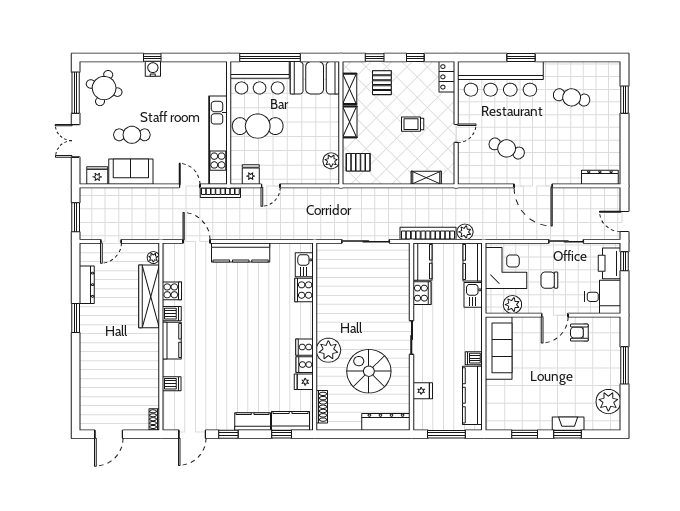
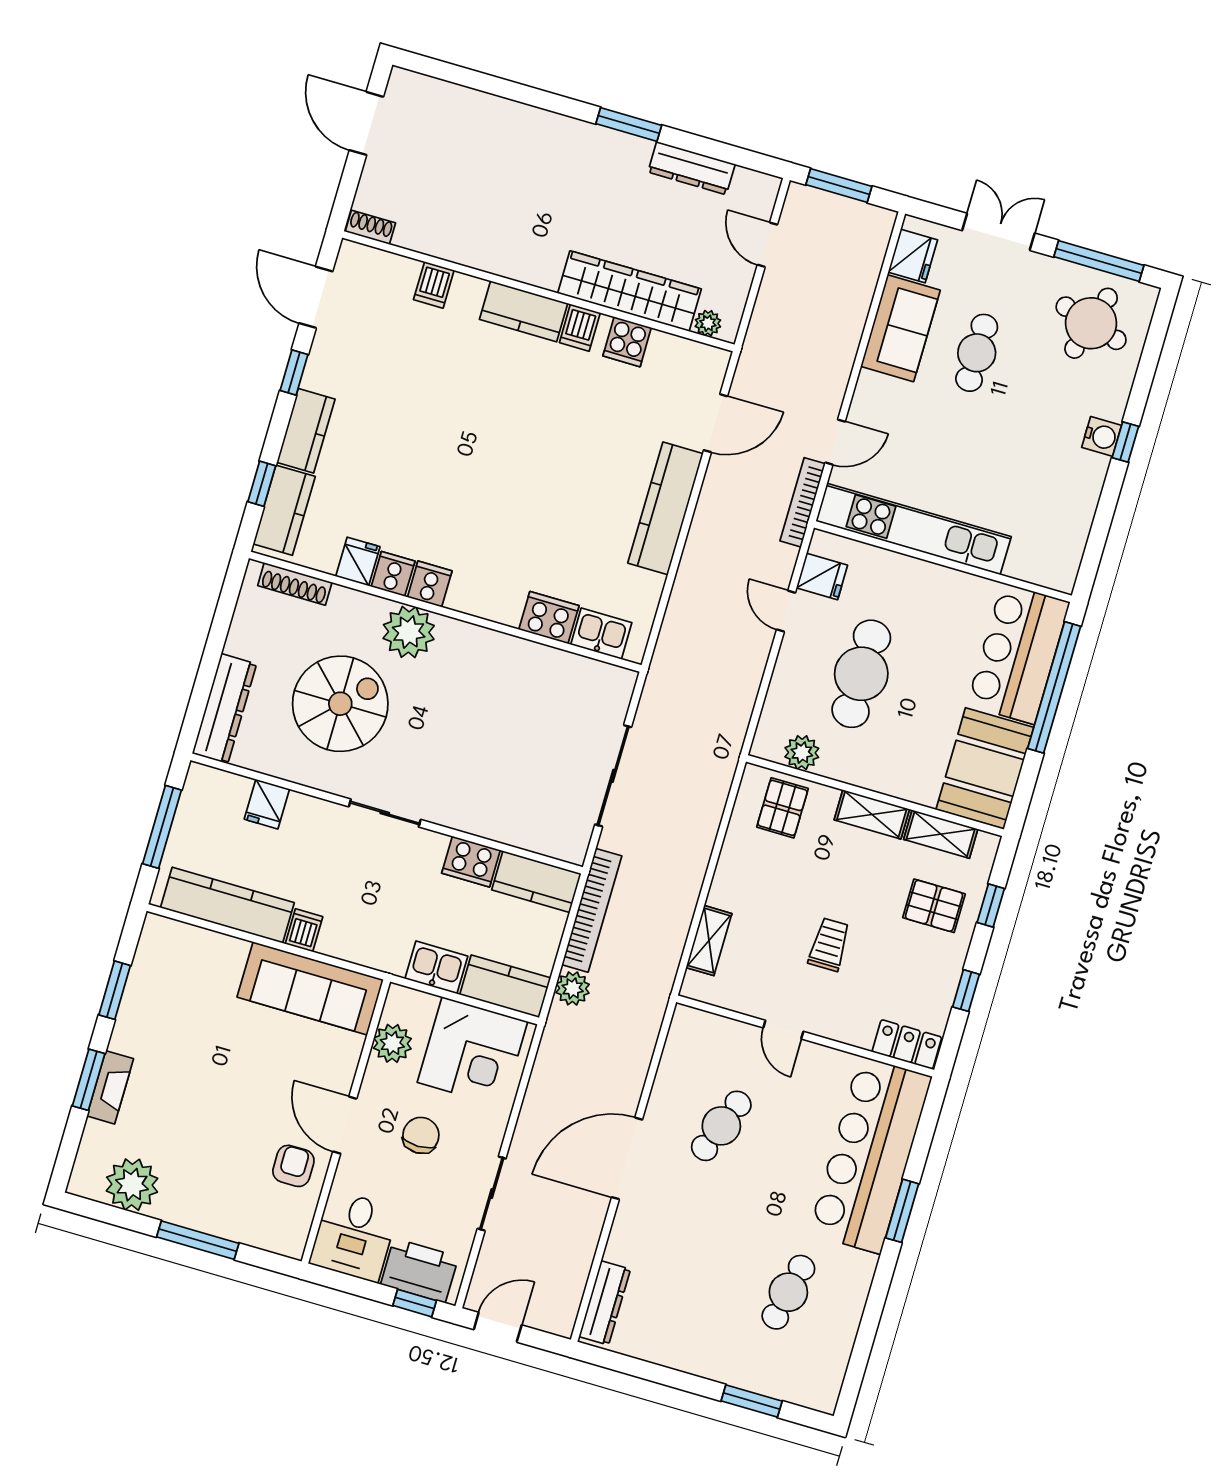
cafe table: (258, 126) -> (861, 674), moved

